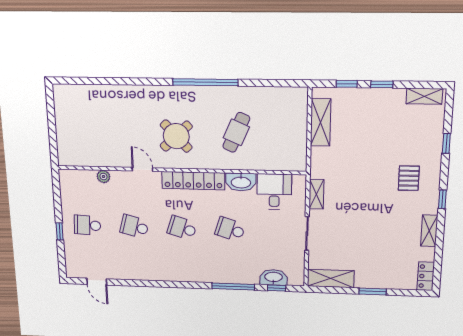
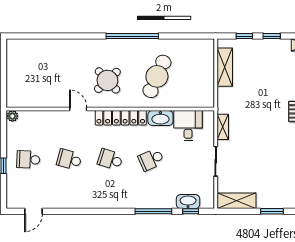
cafe table: (236, 132) -> (157, 76), width x1.37, depth x1.35
plant: (103, 177) -> (12, 116), moved
school desk: (230, 229) -> (151, 159), turned -42
door: (97, 282) -> (33, 211), hinge flipped

